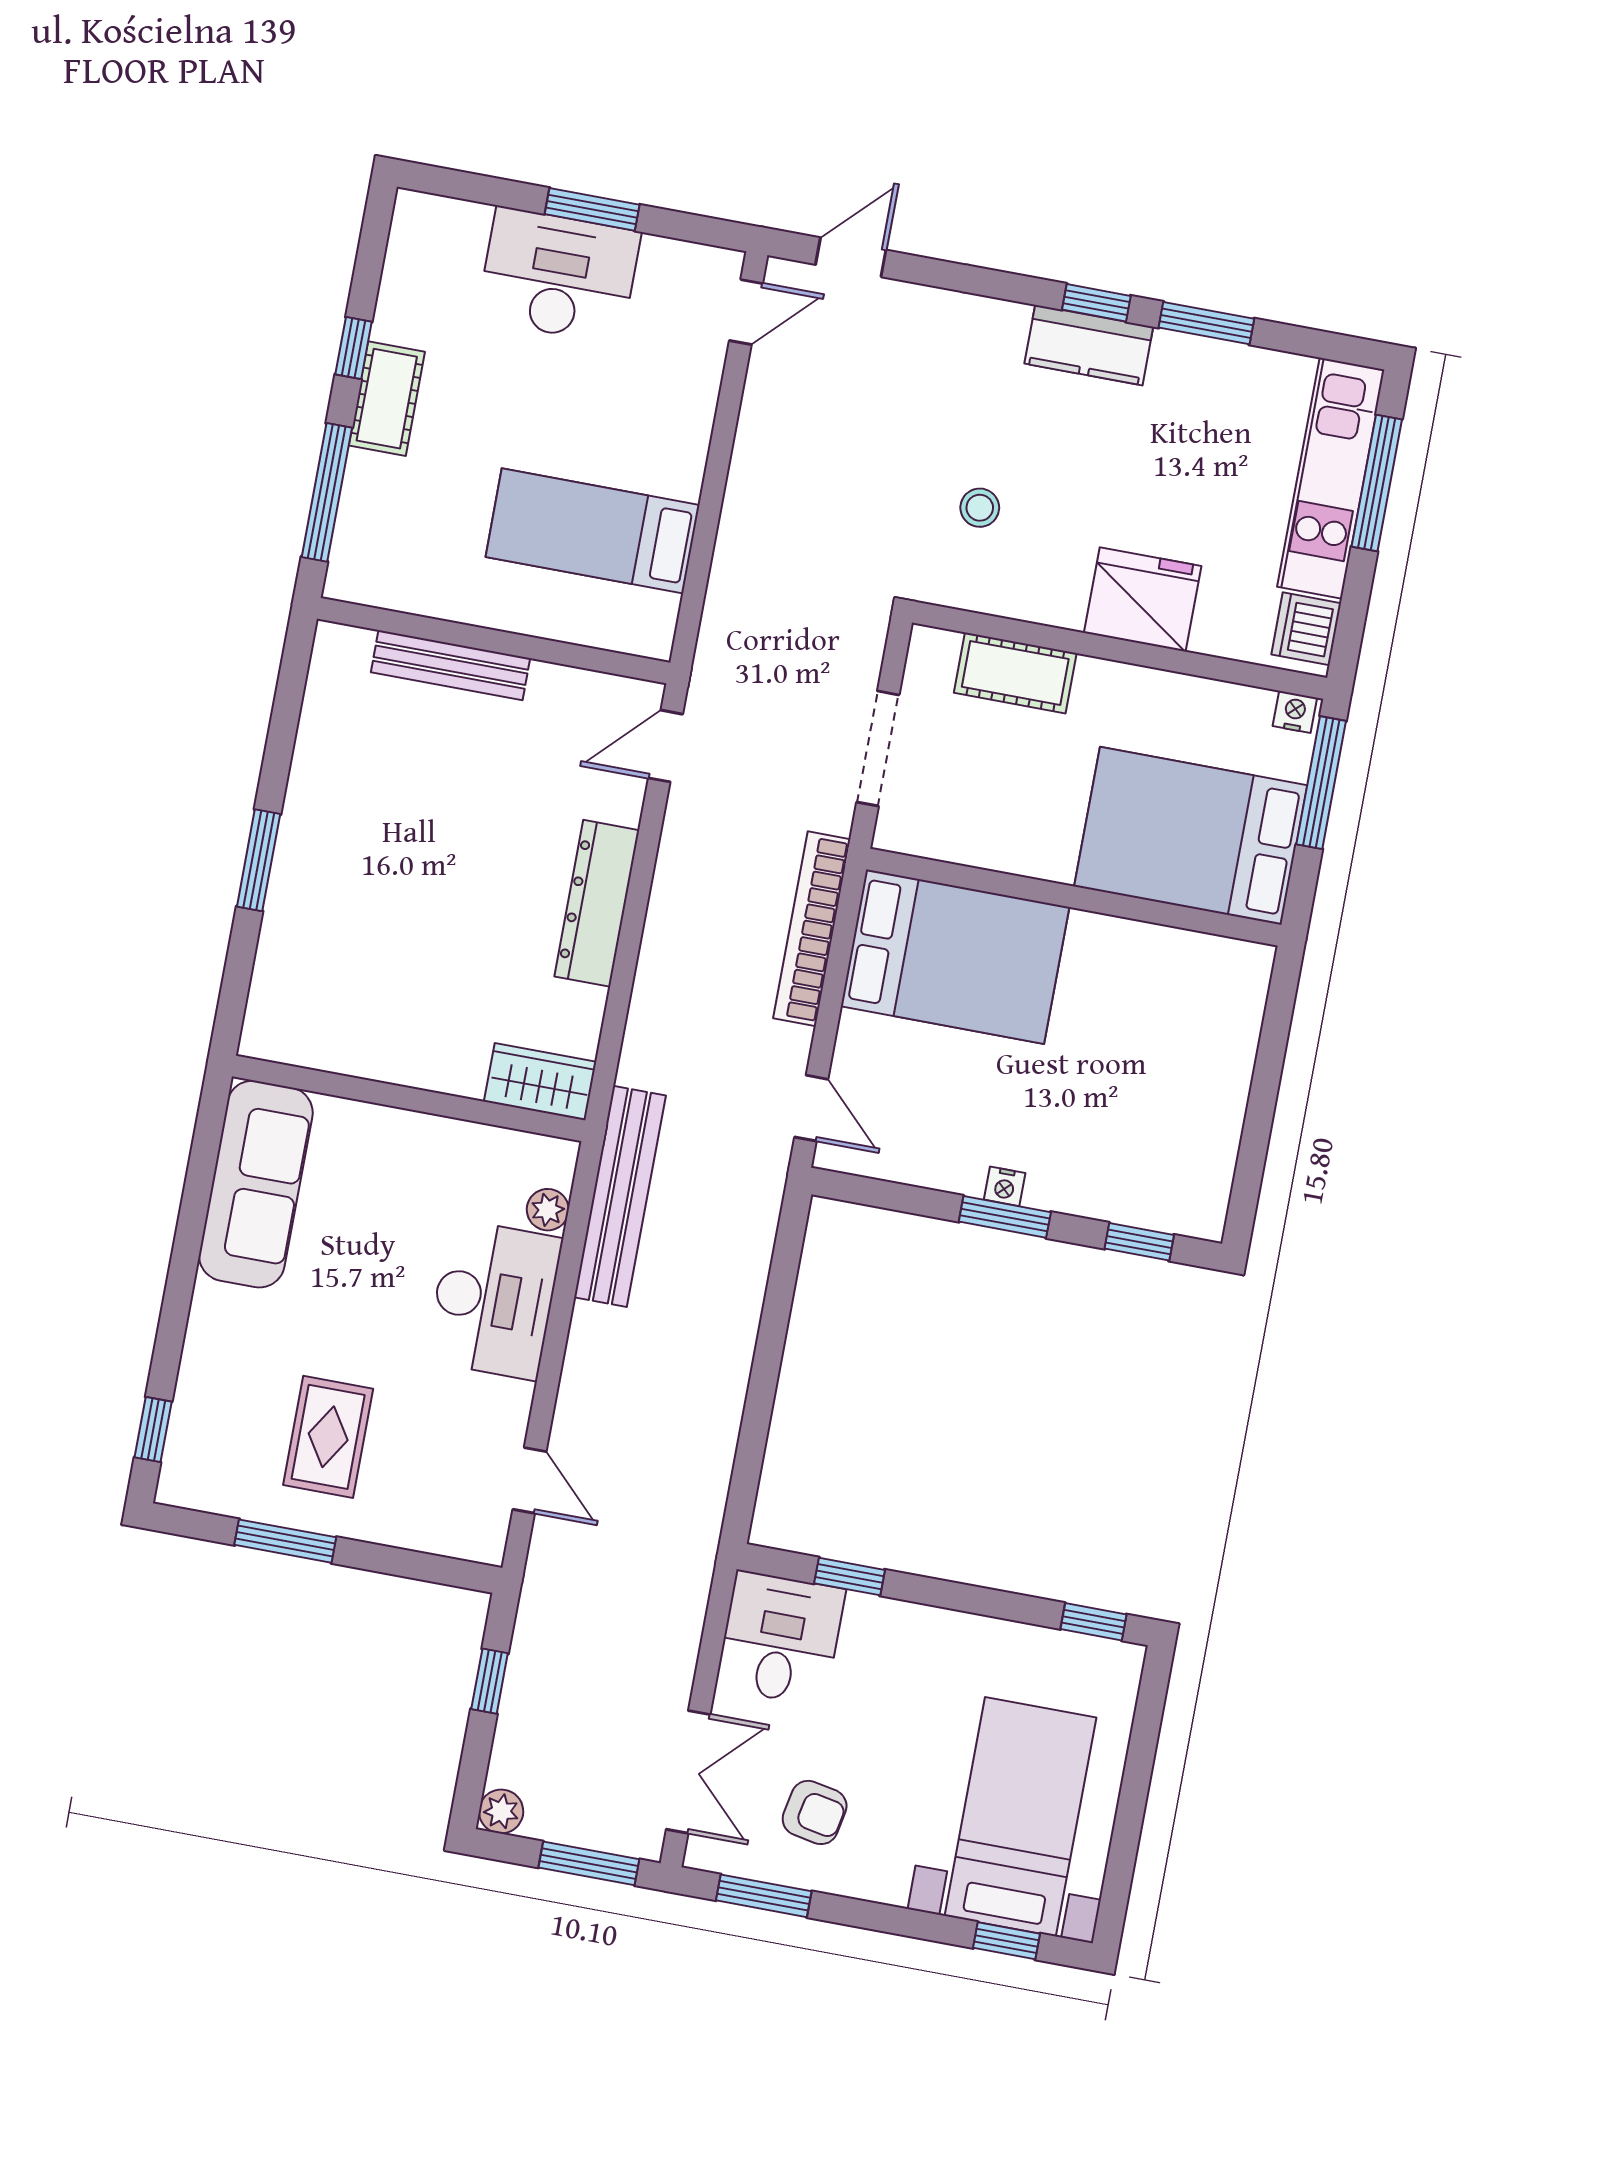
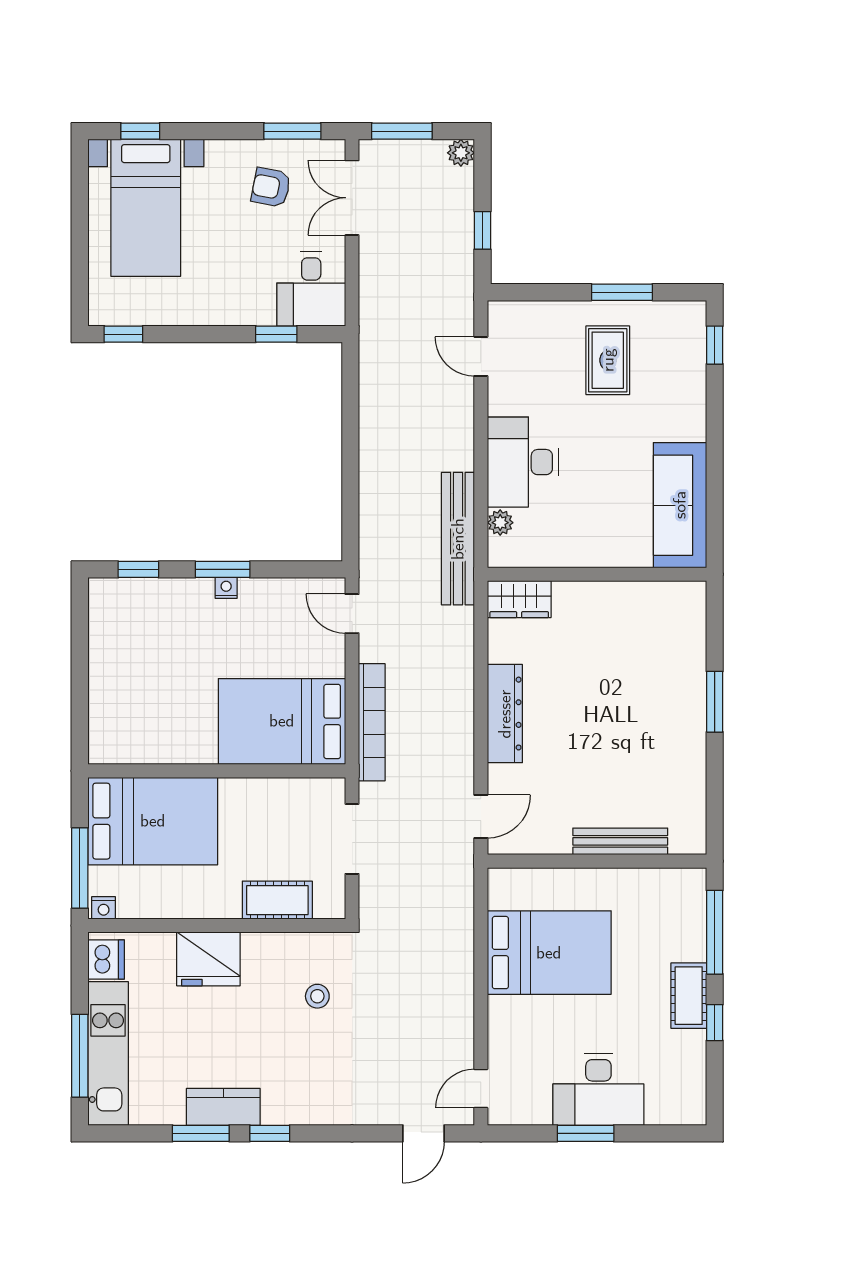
kitchen counter: (1089, 345) -> (223, 1107), moved
bed: (593, 531) -> (549, 953), width x1.50

